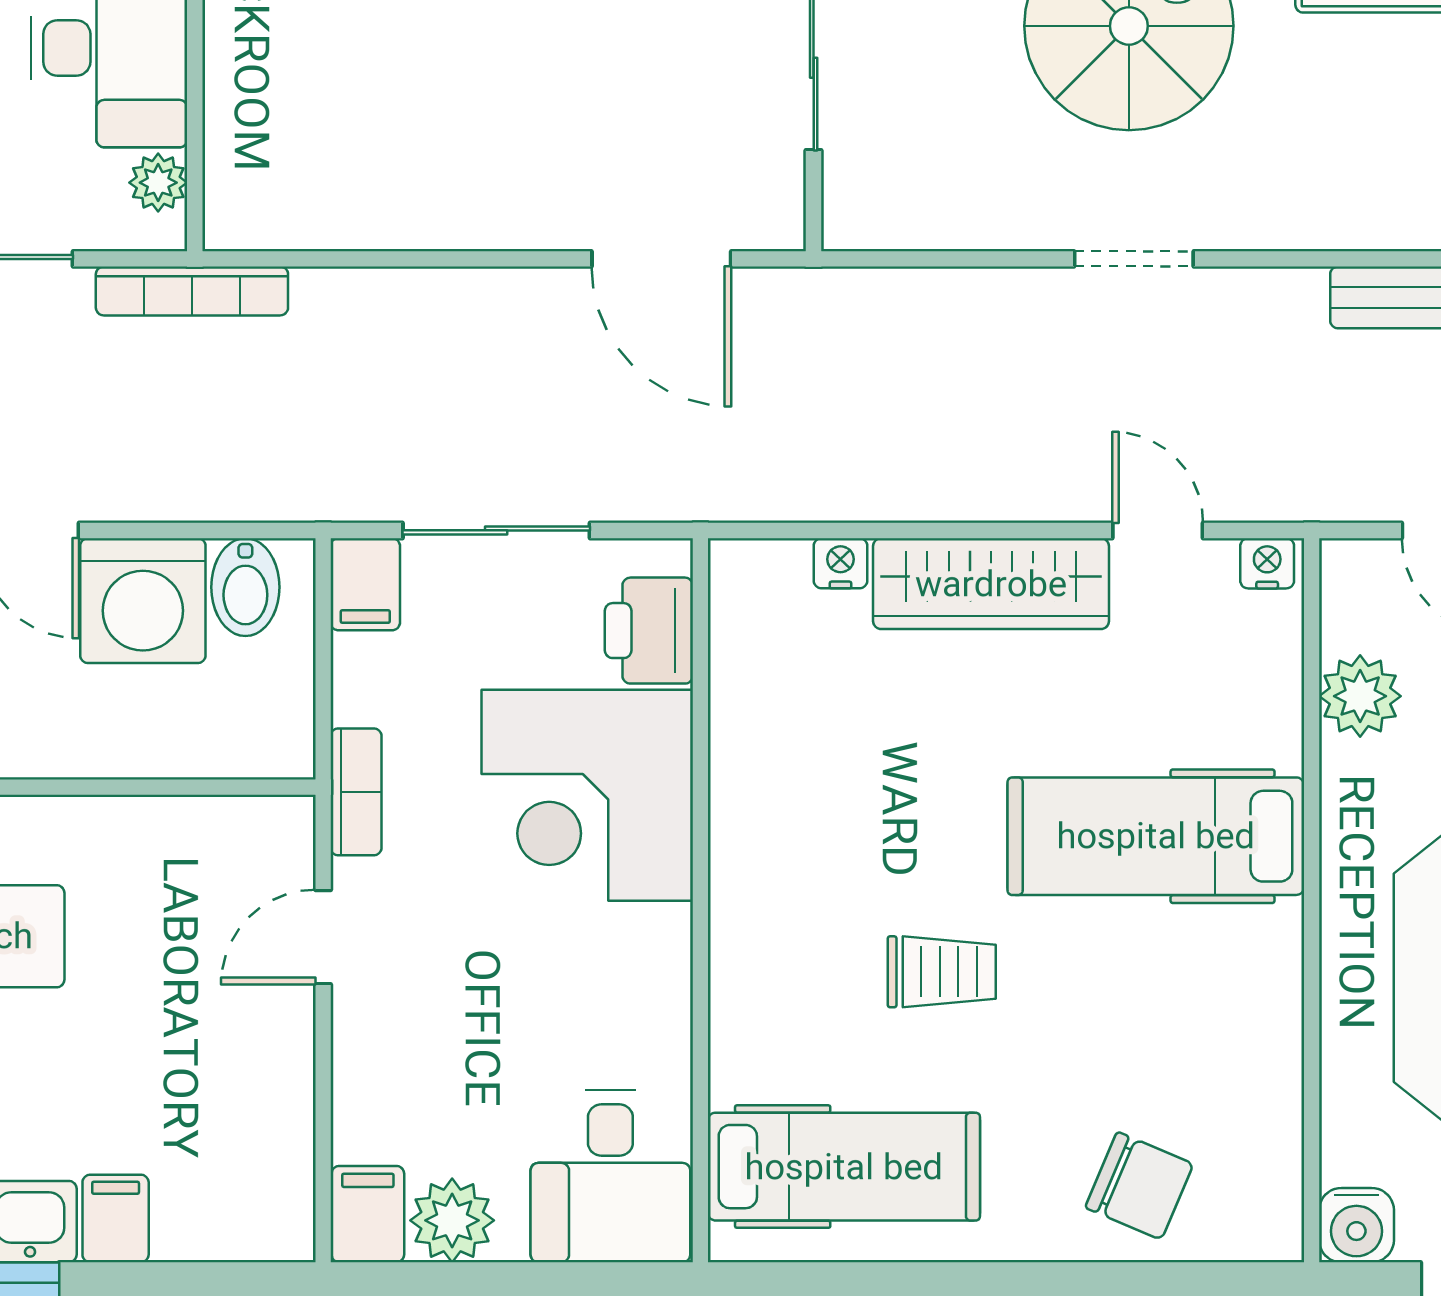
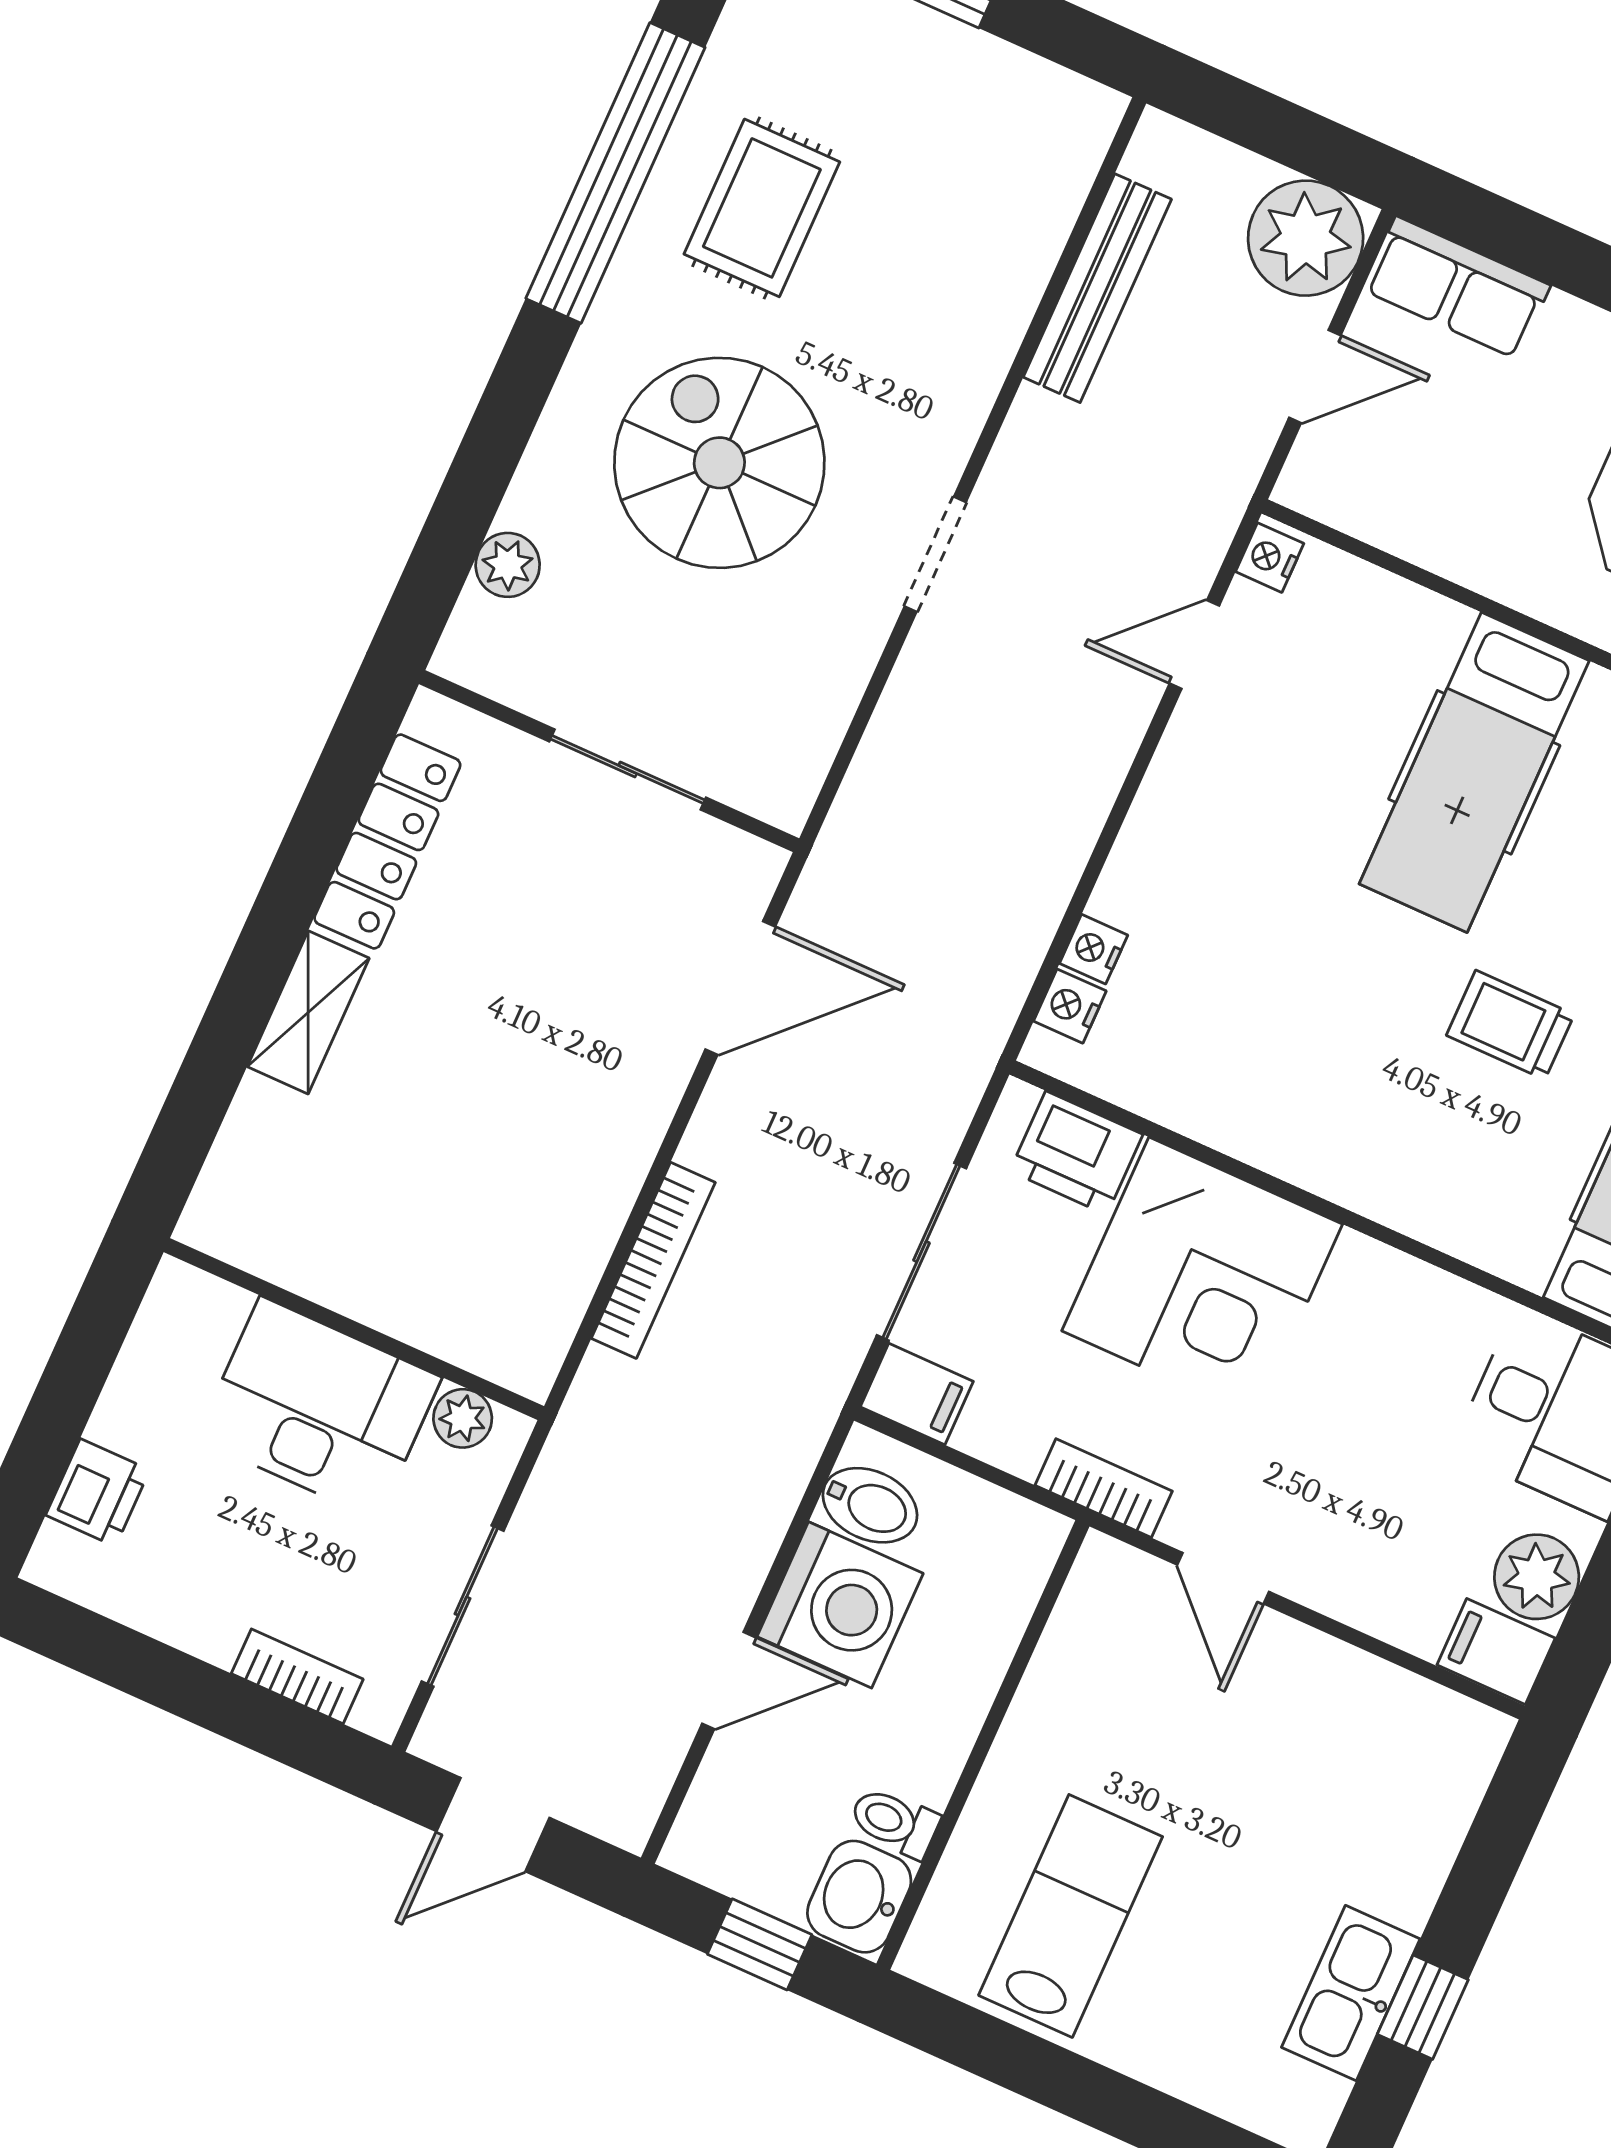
bookcase: (192, 291) -> (653, 1260), moved
nightstand: (779, 565) -> (1070, 1006), added
wardrobe: (991, 584) -> (1174, 819), removed
plant: (1360, 696) -> (1430, 527), removed
trolley: (942, 972) -> (1510, 1025), turned -90
filing cabinet: (116, 1218) -> (1396, 1885), removed

